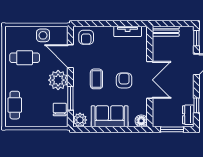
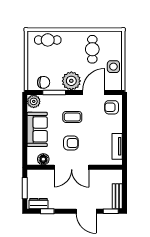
bench: (166, 31) -> (117, 196), moved
floor lamp: (141, 121) -> (43, 159), moved

